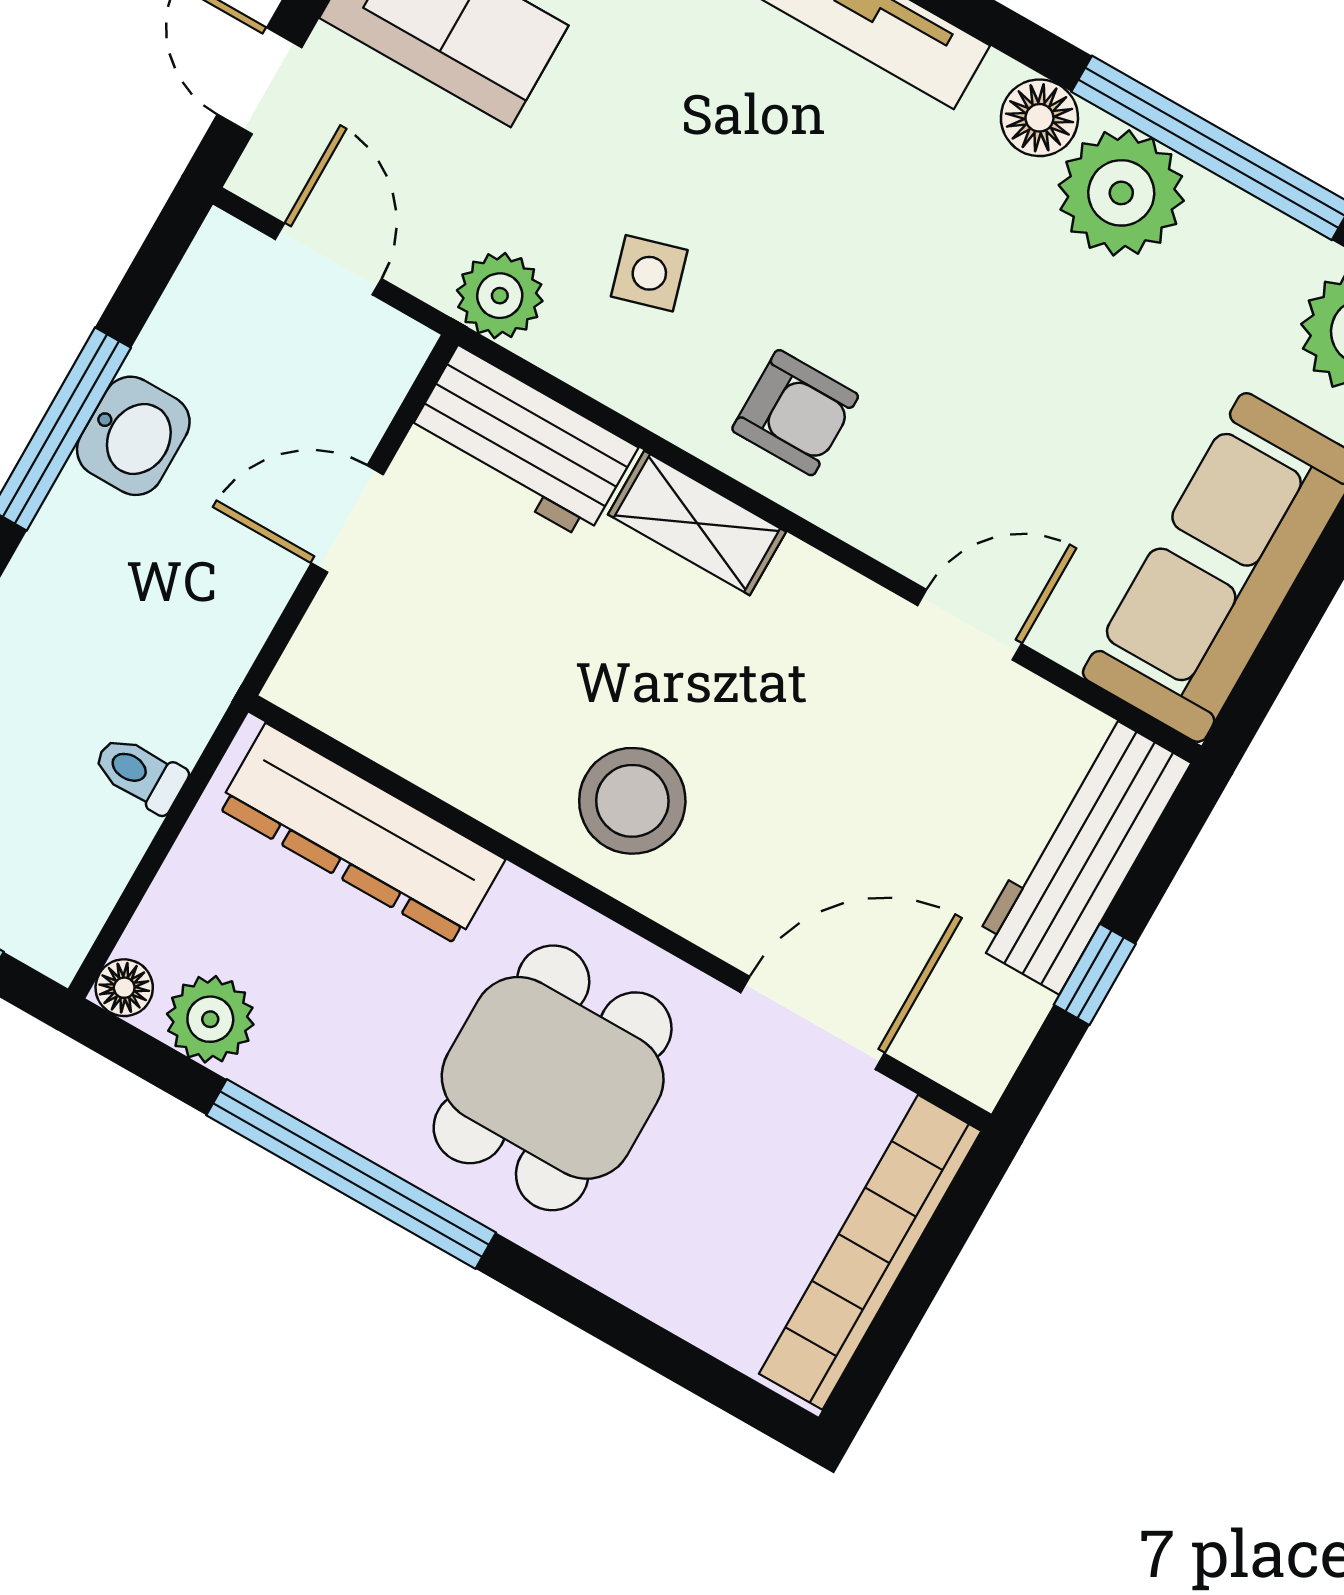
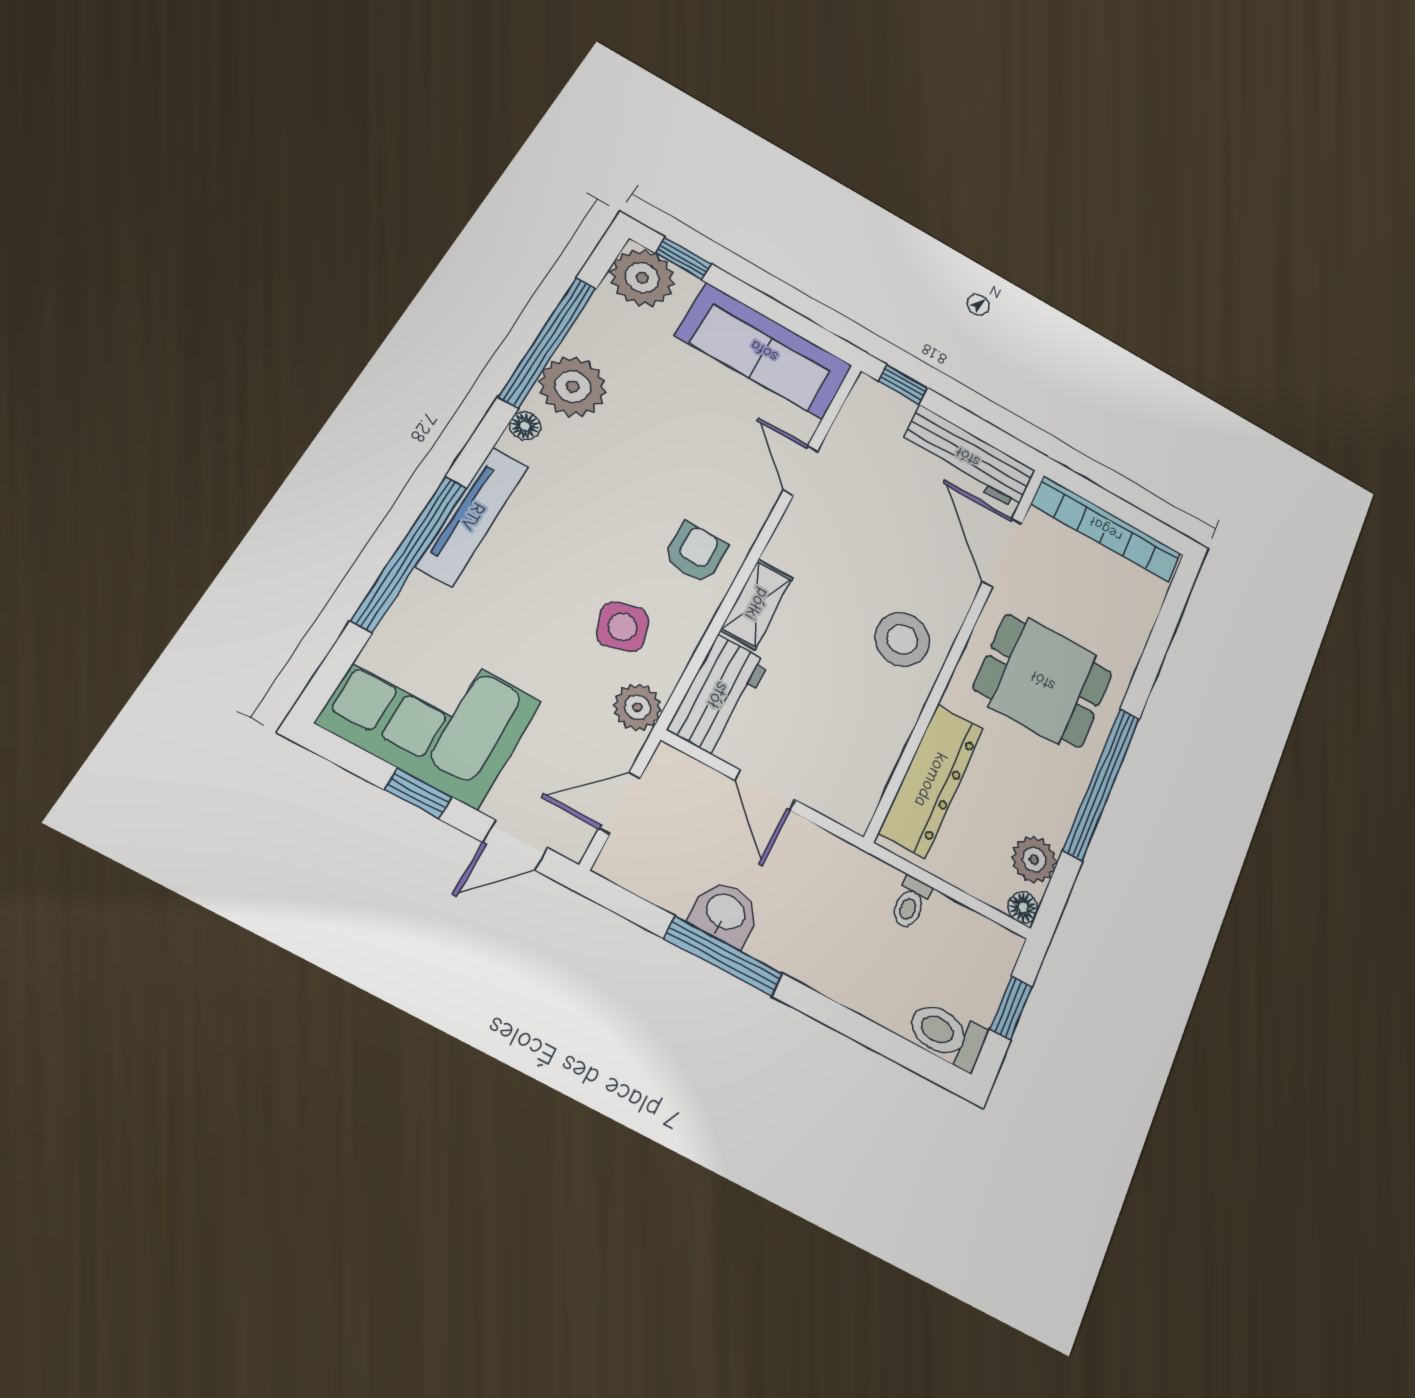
floor lamp: (1039, 118) -> (525, 426), width x0.73, depth x0.73
side table: (649, 273) -> (623, 627), width x1.37, depth x1.37
workbench: (1082, 854) -> (968, 457), moved
window: (1095, 974) -> (903, 384), moved

